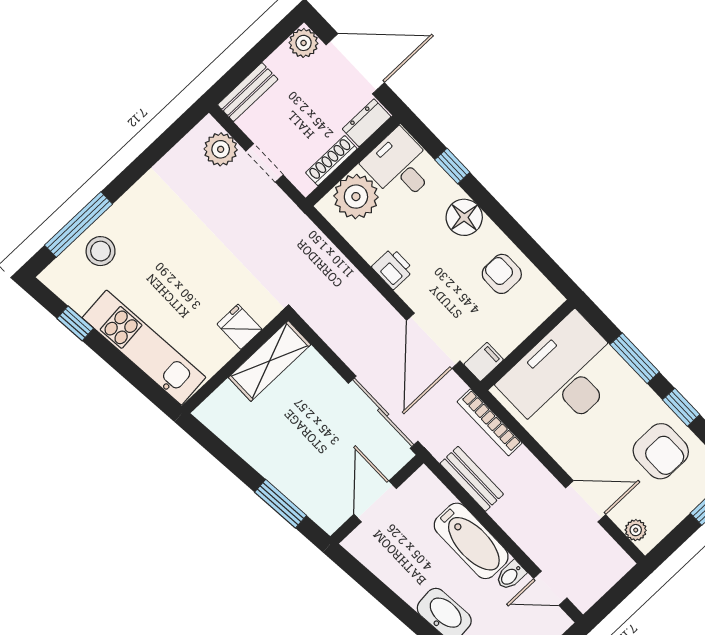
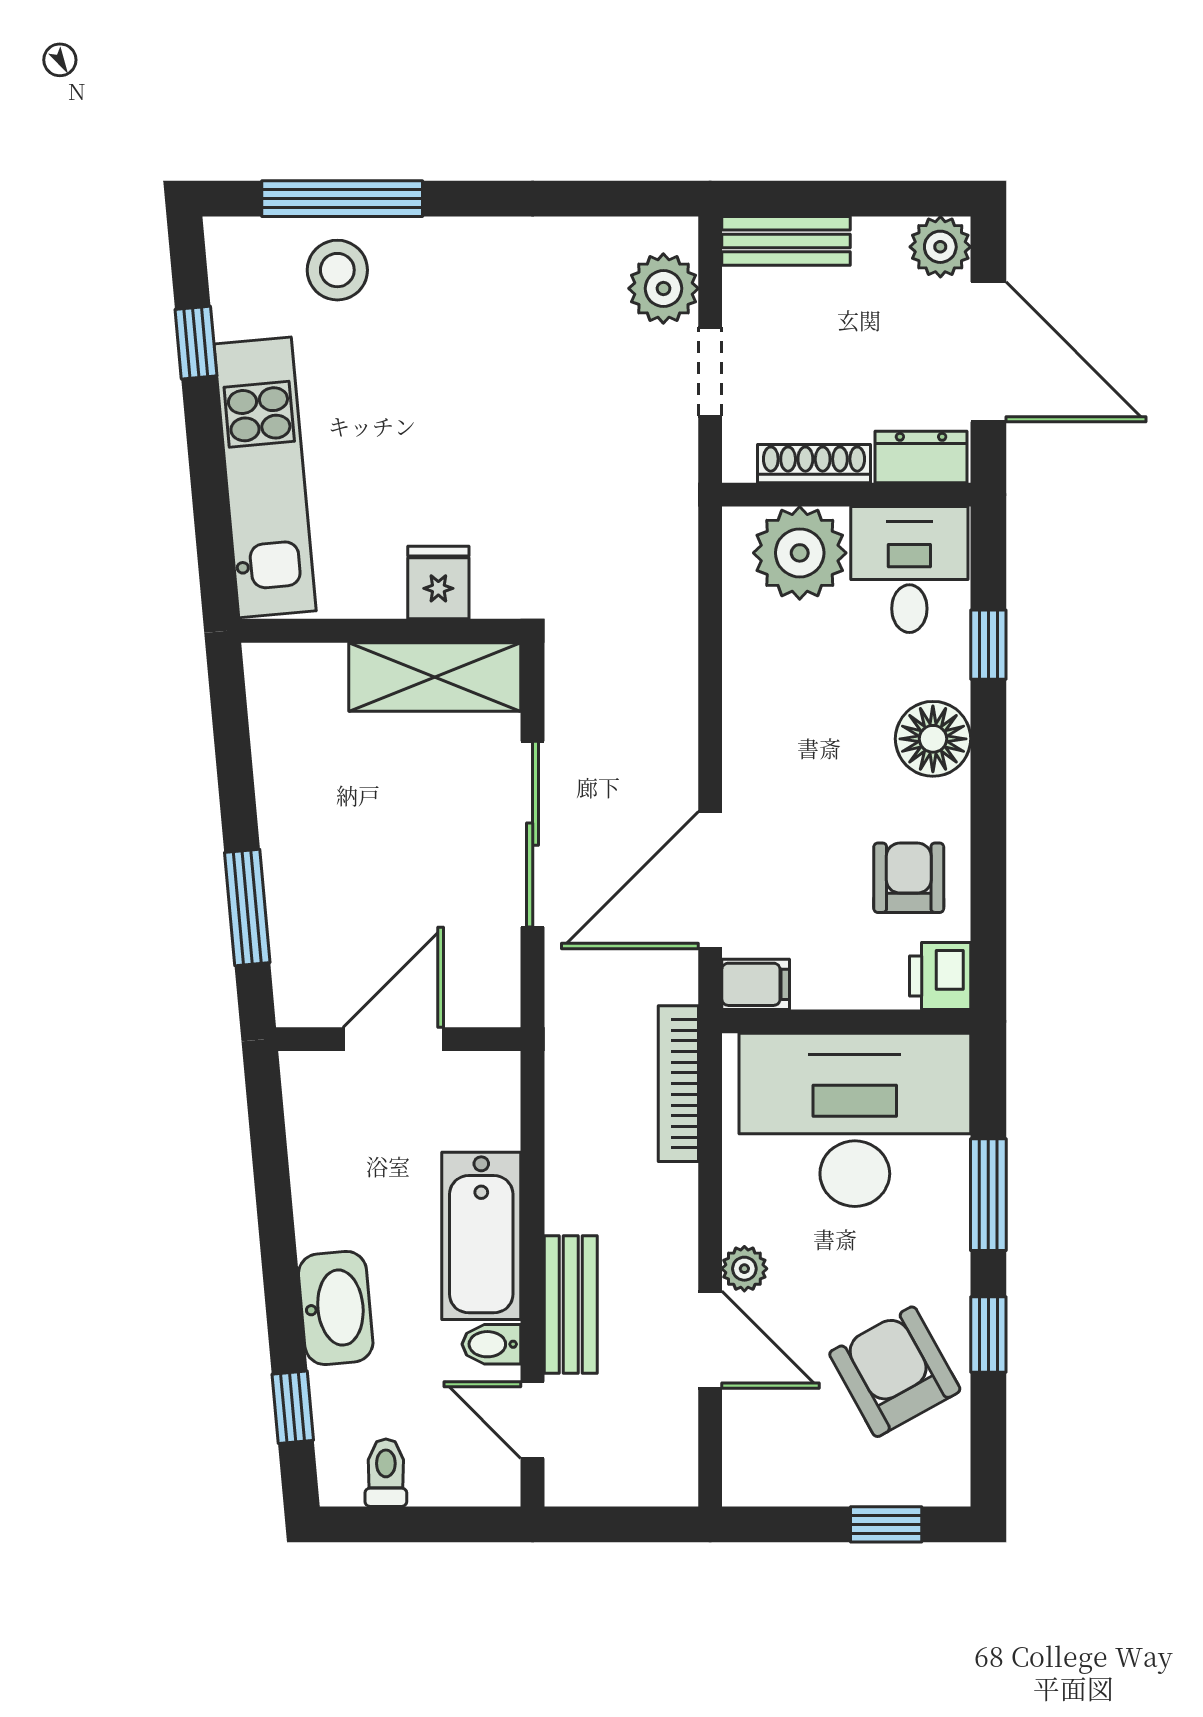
printer: (393, 268) -> (940, 976), moved, turned 180
sliding door: (383, 412) -> (533, 834), moved
armchair: (661, 451) -> (895, 1372), turned 151
bench: (472, 479) -> (571, 1305), moved
plant: (636, 530) -> (744, 1269), moved

